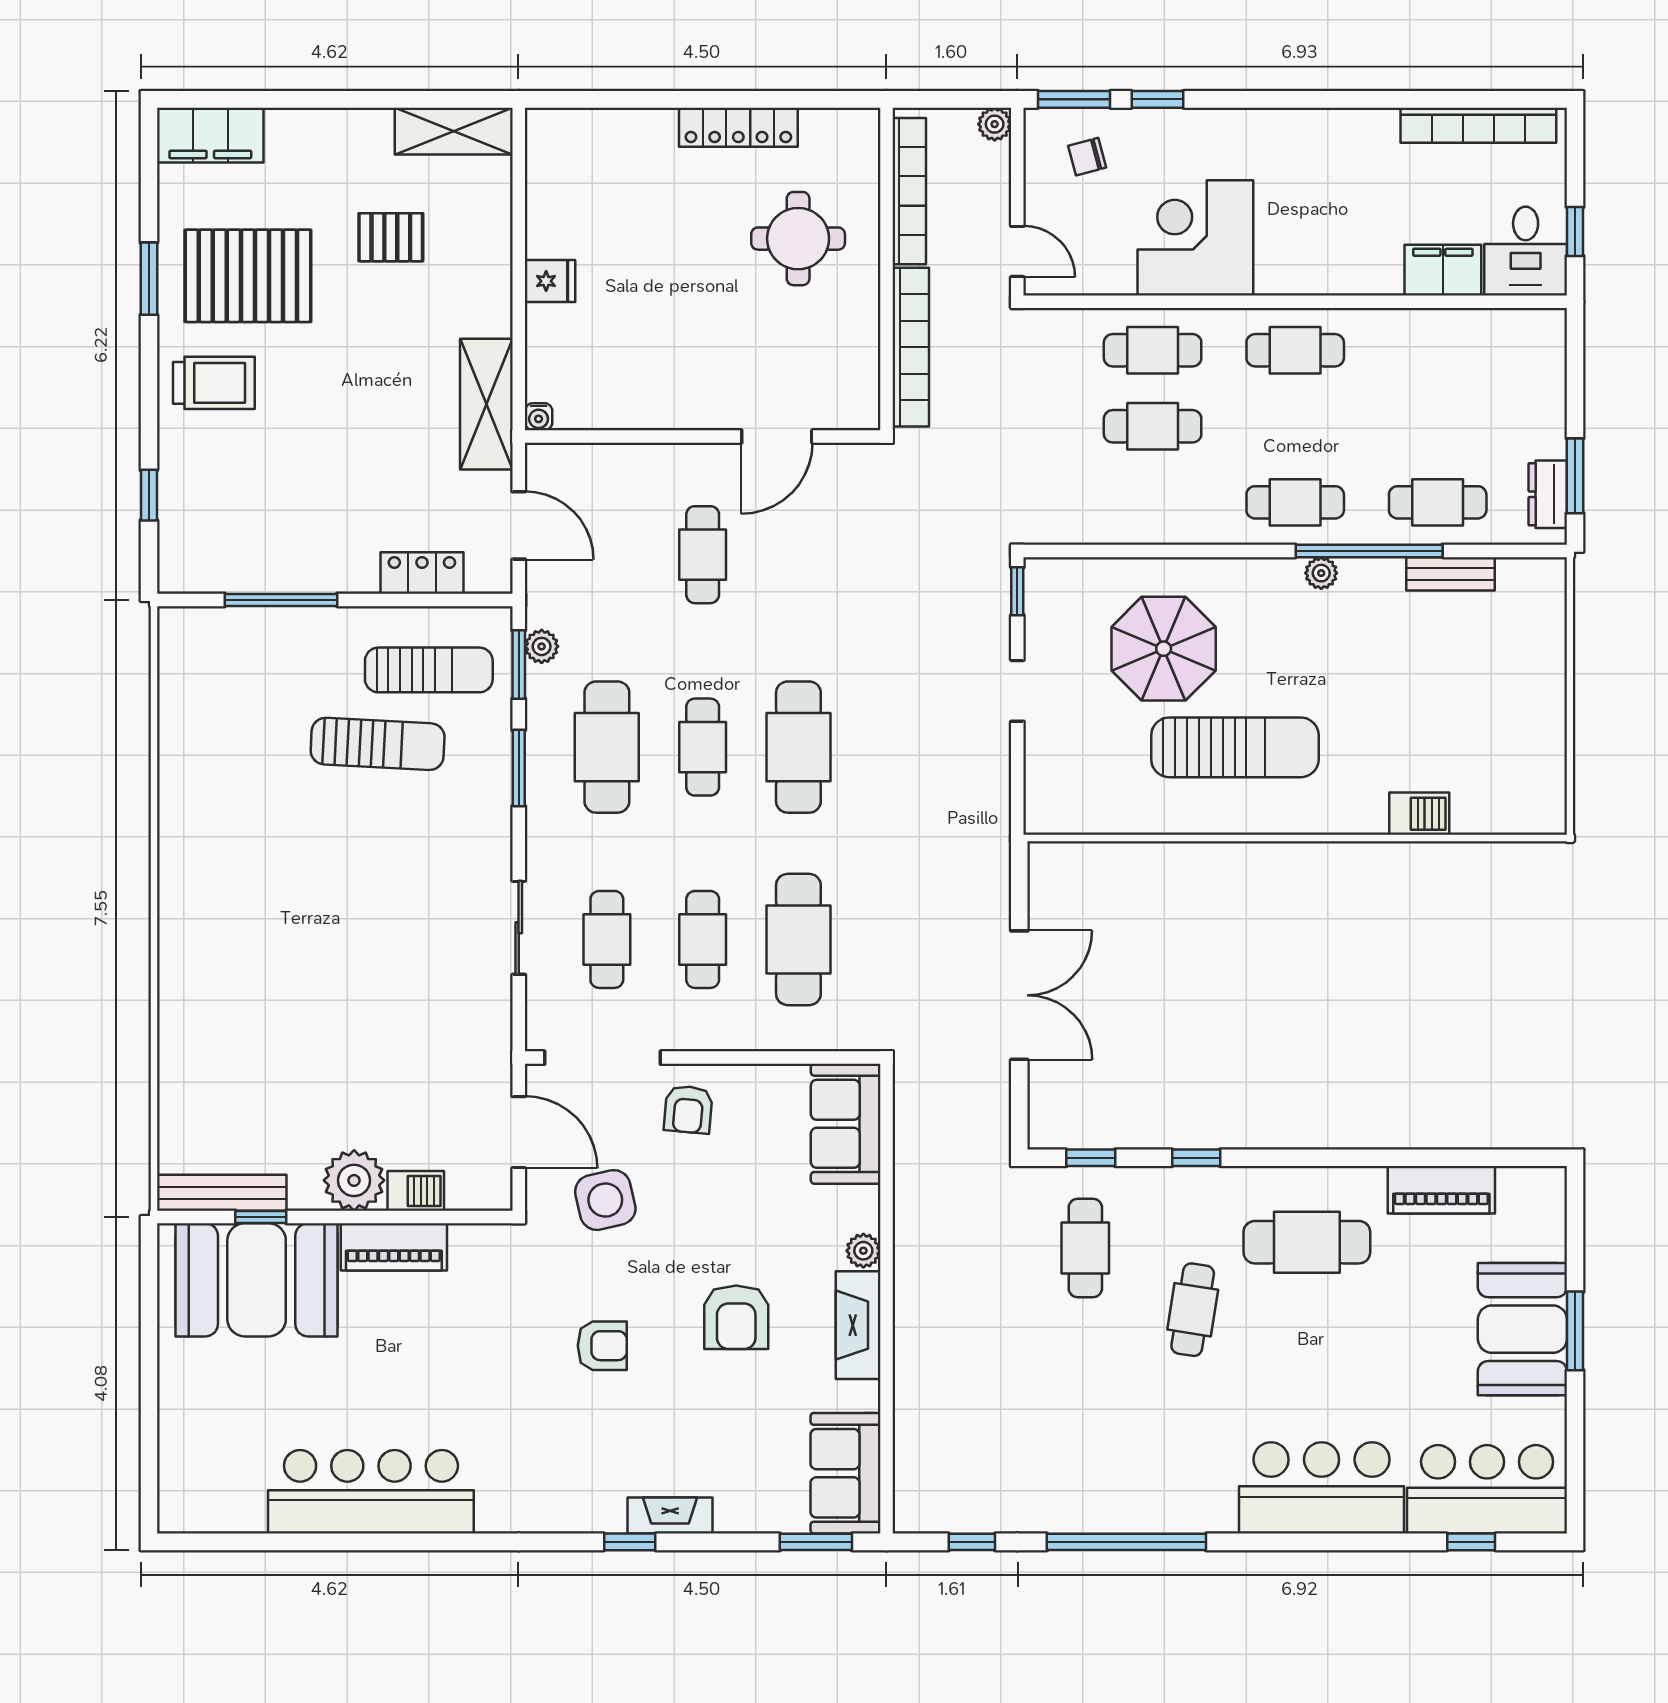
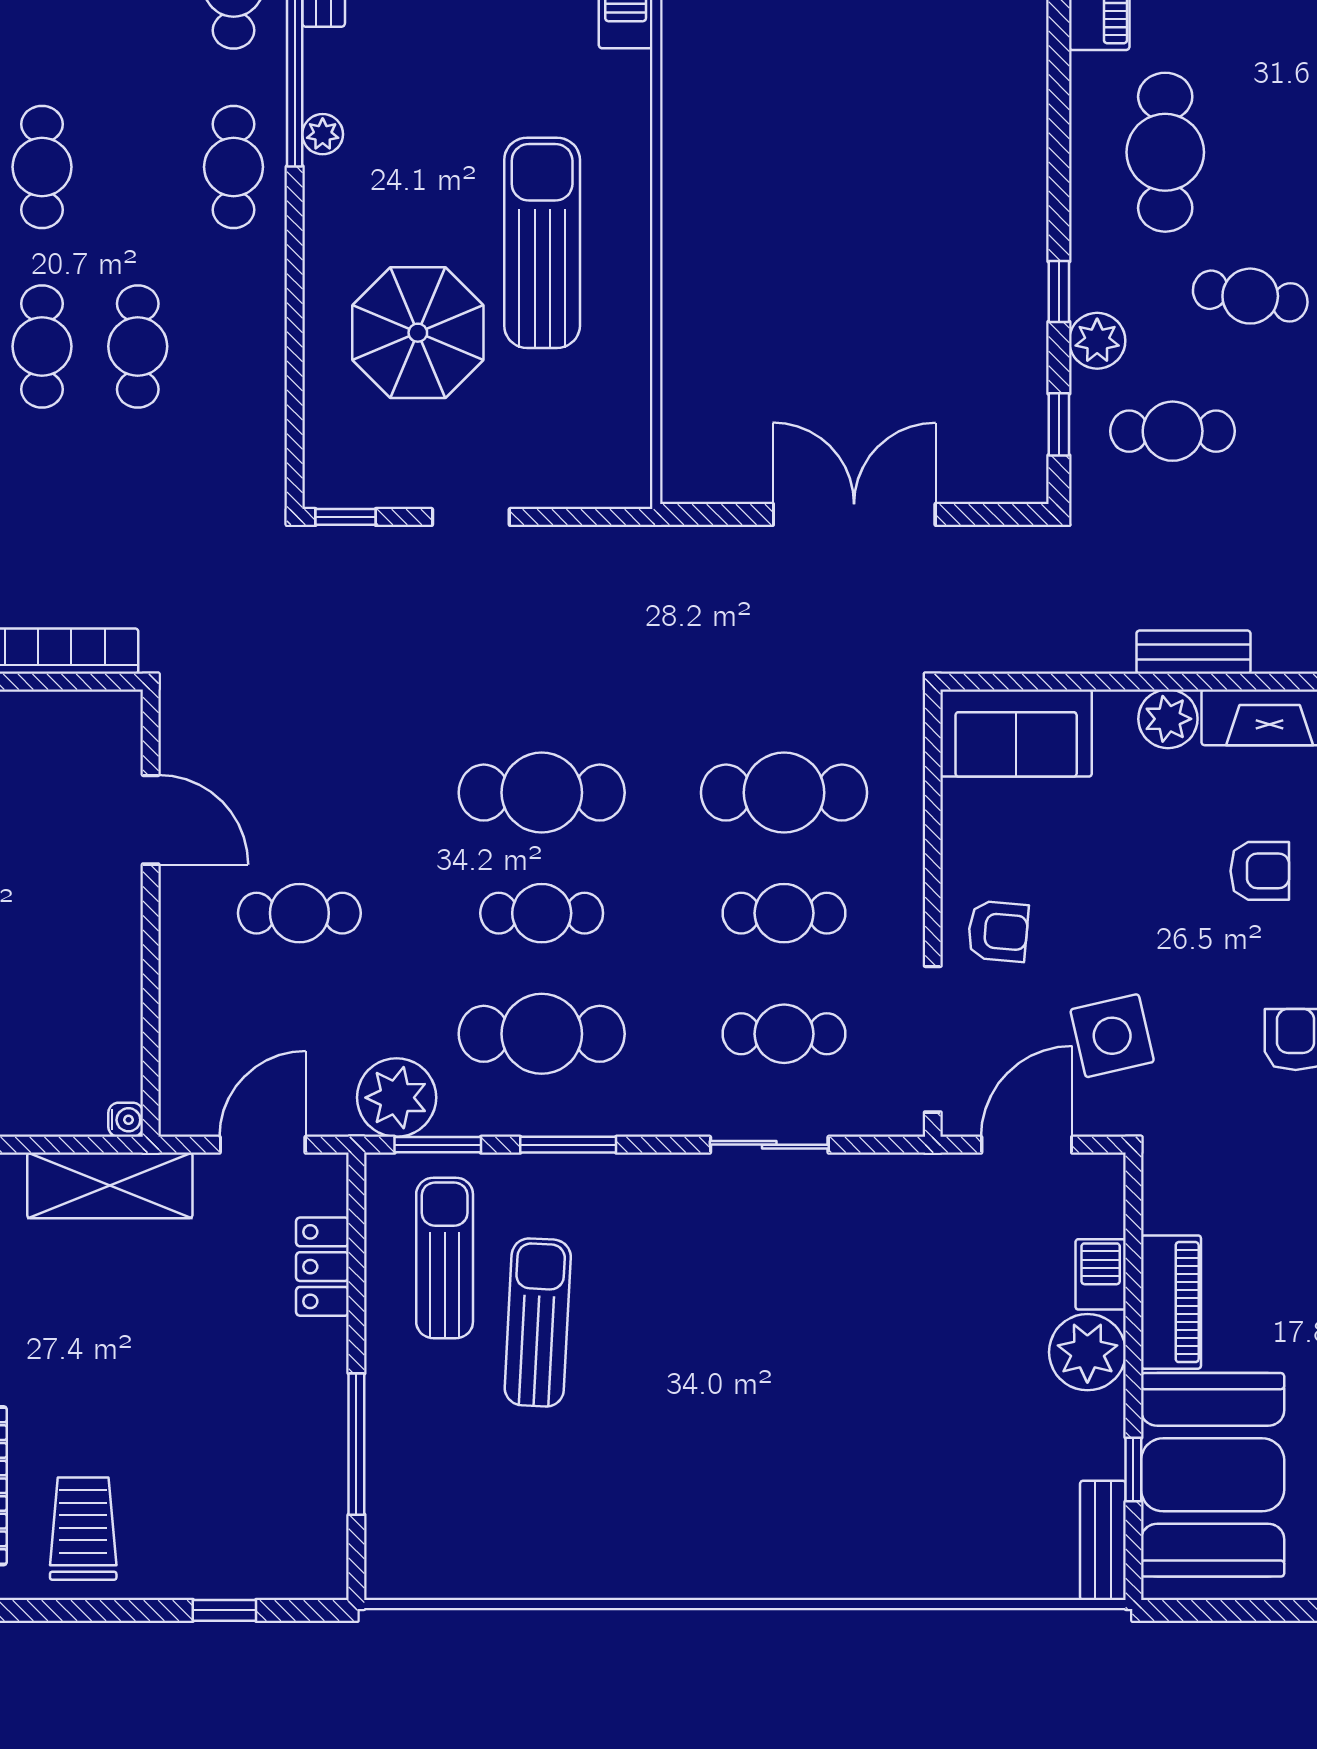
plant: (542, 646) -> (397, 1098), width x1.88, depth x1.88
plant: (1157, 1188) -> (1097, 341), added
bench: (222, 1193) -> (1103, 1540), width x0.73
plant: (863, 1251) -> (1168, 719), width x1.38, depth x1.38
bench: (910, 1265) -> (1193, 652), added
armchair: (736, 1317) -> (1260, 871), width x0.72, depth x0.72

